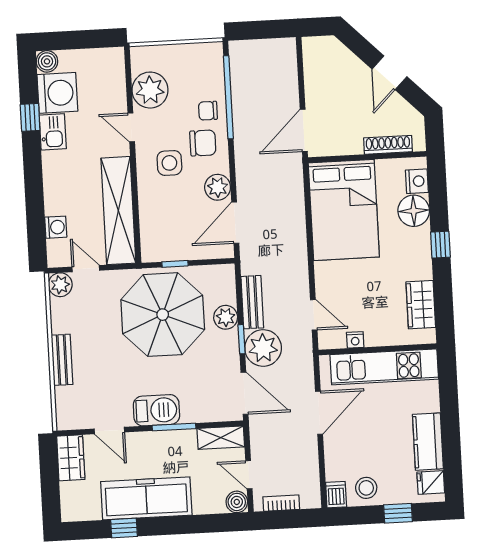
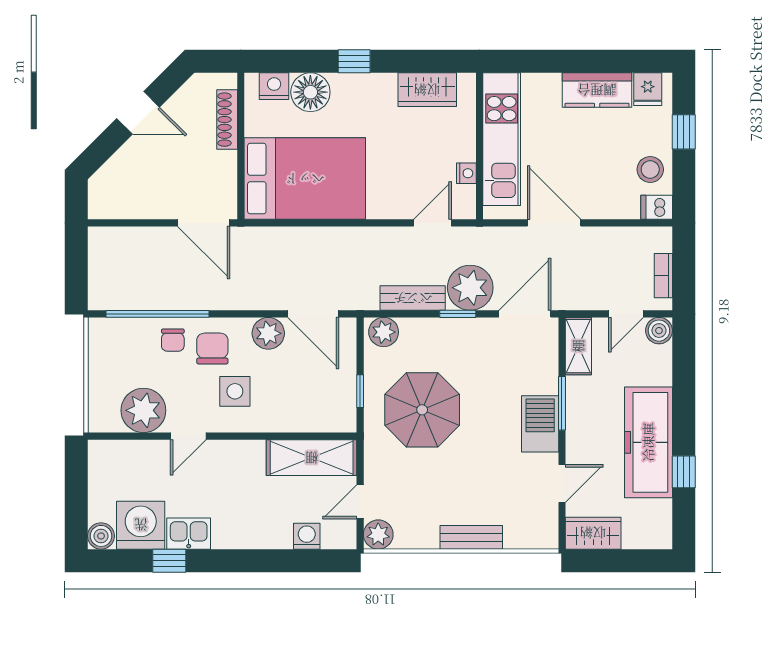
shelving: (118, 211) -> (312, 458), width x0.68
parasol: (163, 315) -> (422, 410), width x0.73, depth x0.73
plant: (226, 317) -> (384, 332), moved

